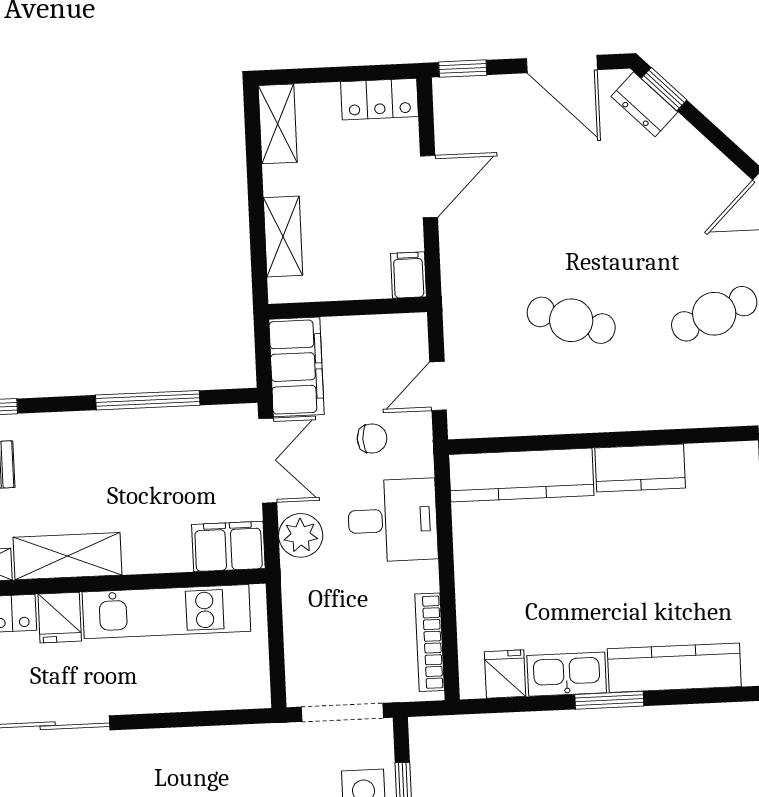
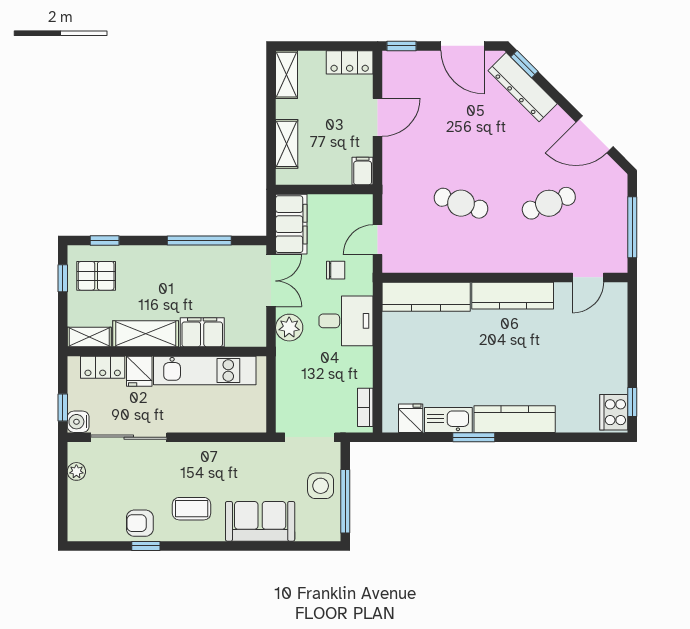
dresser: (644, 104) -> (523, 87), width x1.96, depth x1.24
kitchen counter: (640, 468) -> (513, 296), width x1.50
filing cabinet: (228, 546) -> (202, 332), moved
bookcase: (430, 642) -> (365, 407), width x0.64

